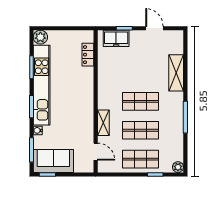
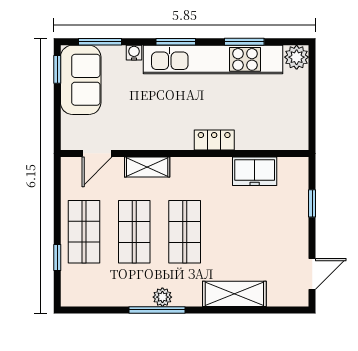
door: (154, 28) -> (312, 274), moved
freezer: (116, 38) -> (255, 171), moved, turned -90
locker: (88, 55) -> (214, 140), moved
plant: (178, 167) -> (162, 297), moved

